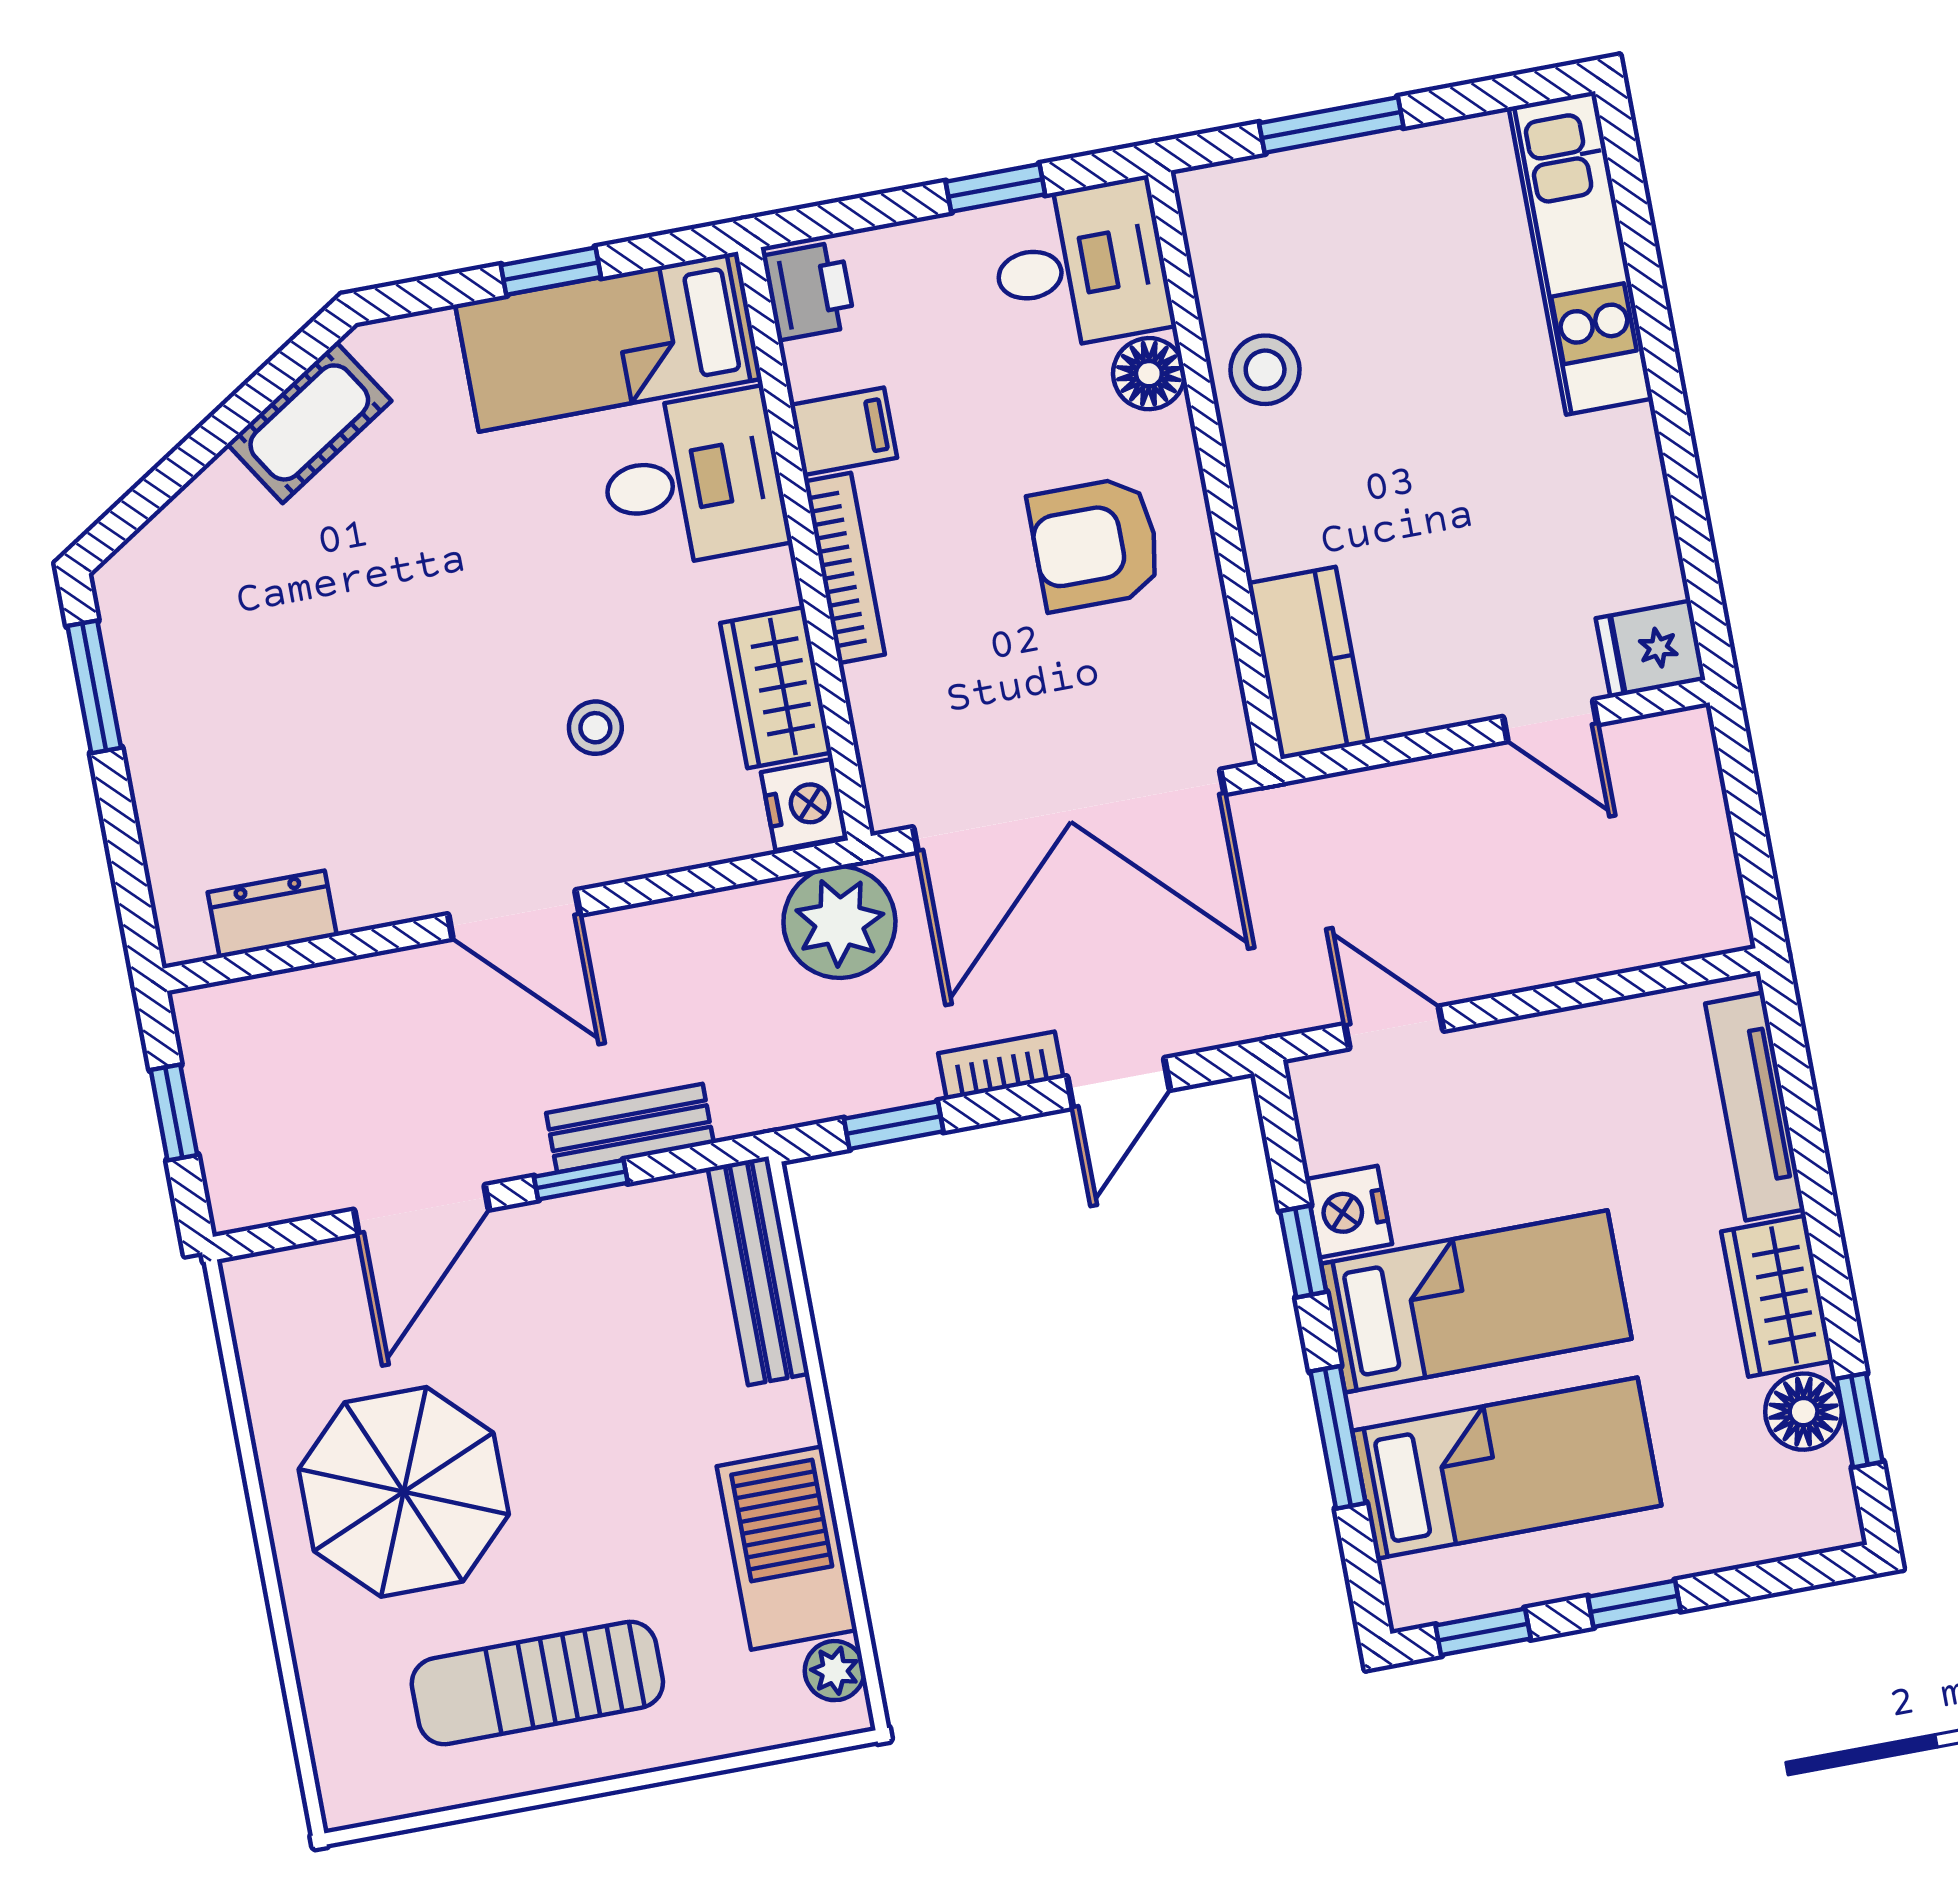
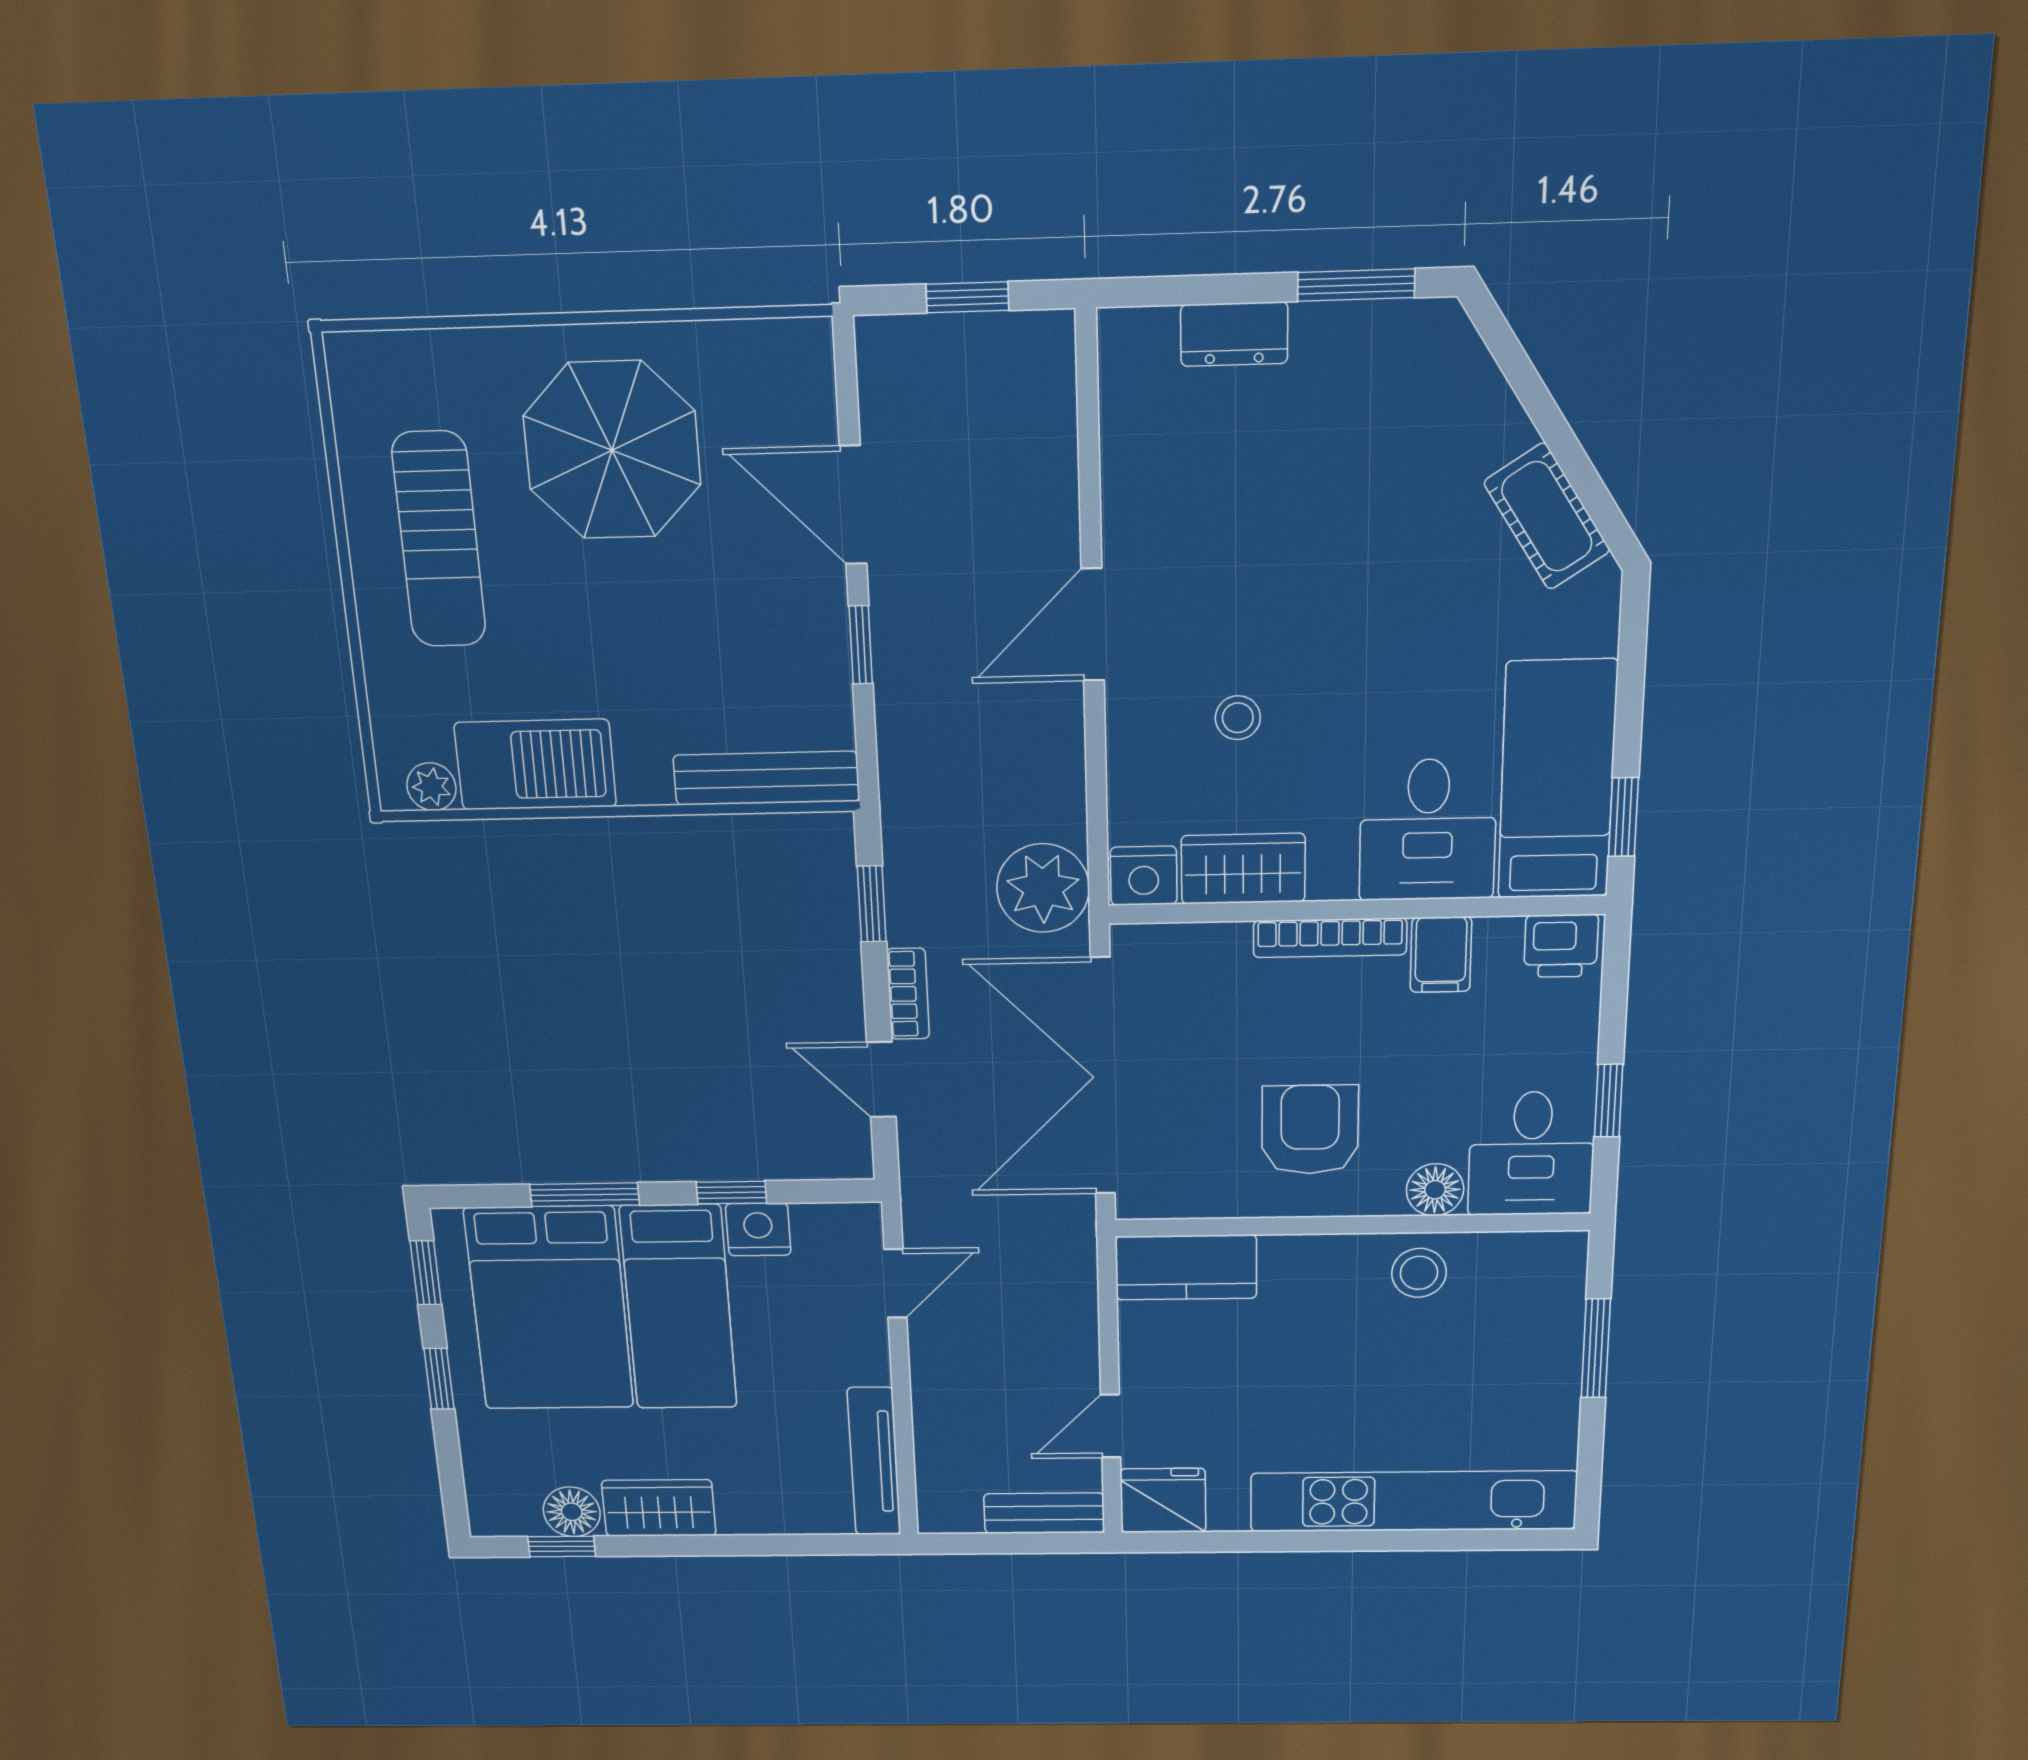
kitchen unit: (1581, 253) -> (1413, 1501), width x1.36
window: (551, 271) -> (1623, 817), moved
fridge: (1651, 649) -> (1163, 1500), width x1.38
dresser: (272, 914) -> (1234, 334), moved, turned 90
tv unit: (1755, 1106) -> (874, 1462), moved, turned -90
bench: (630, 1128) -> (1044, 1513), moved, turned 90
bed: (1507, 1468) -> (549, 1308), width x1.50
sun lounger: (537, 1683) -> (439, 540), turned 180

